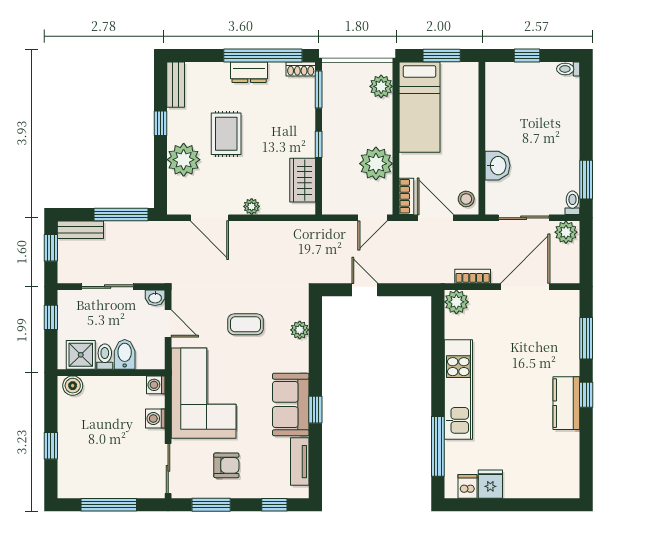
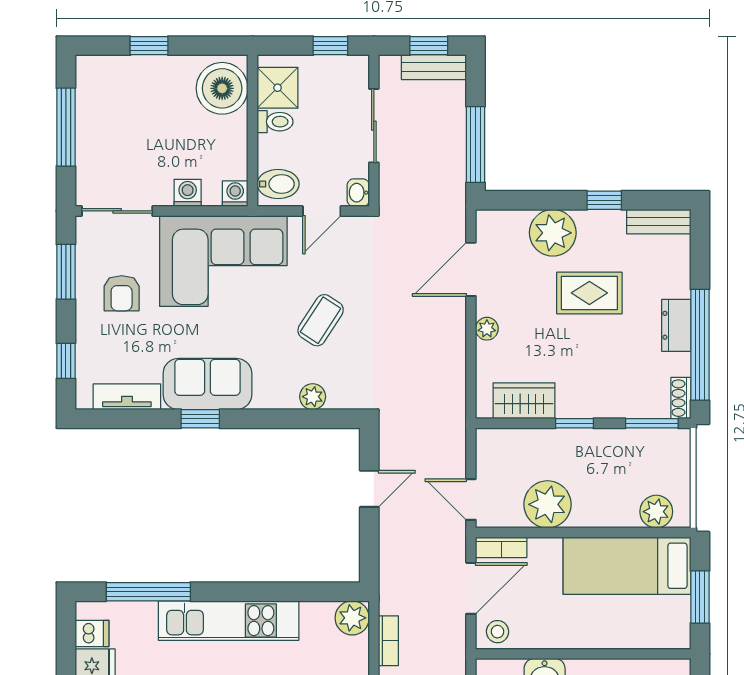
bench: (80, 230) -> (434, 67), moved, turned 90
coffee table: (245, 324) -> (321, 320), turned 33
bidet: (125, 354) -> (278, 184), moved
boiler: (73, 386) -> (222, 88), width x1.86, depth x1.86

